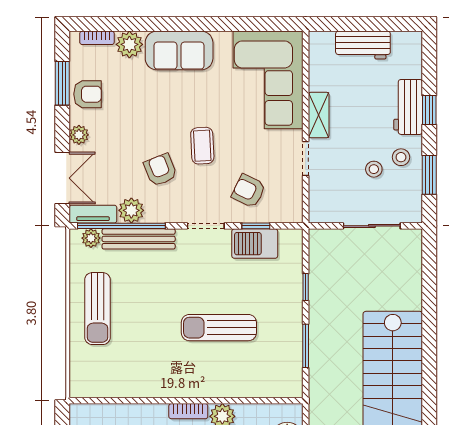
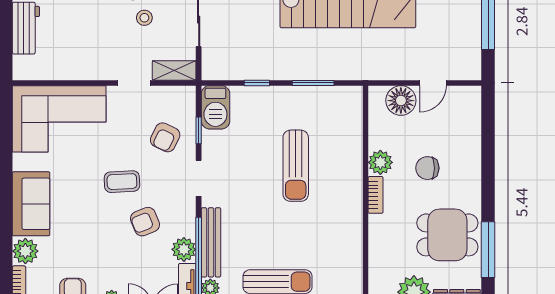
shelving: (319, 115) -> (174, 70), moved
barbecue: (255, 244) -> (215, 107), moved

